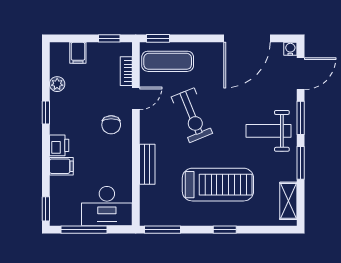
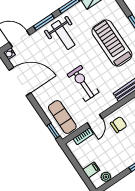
window: (109, 38) -> (72, 158), removed
plant: (57, 84) -> (106, 177), moved
door: (136, 98) -> (95, 121), swing flipped
exercise bike: (192, 115) -> (83, 83), turned -68

